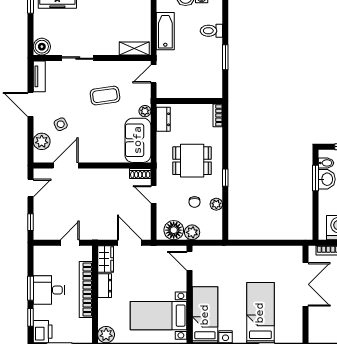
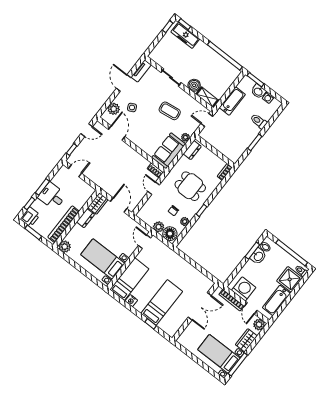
boiler: (42, 47) -> (194, 85), moved
door: (66, 165) -> (117, 133), hinge flipped
floor lamp: (174, 230) -> (170, 234), moved
door: (70, 243) -> (75, 171), moved
bookcase: (86, 290) -> (64, 224), moved

